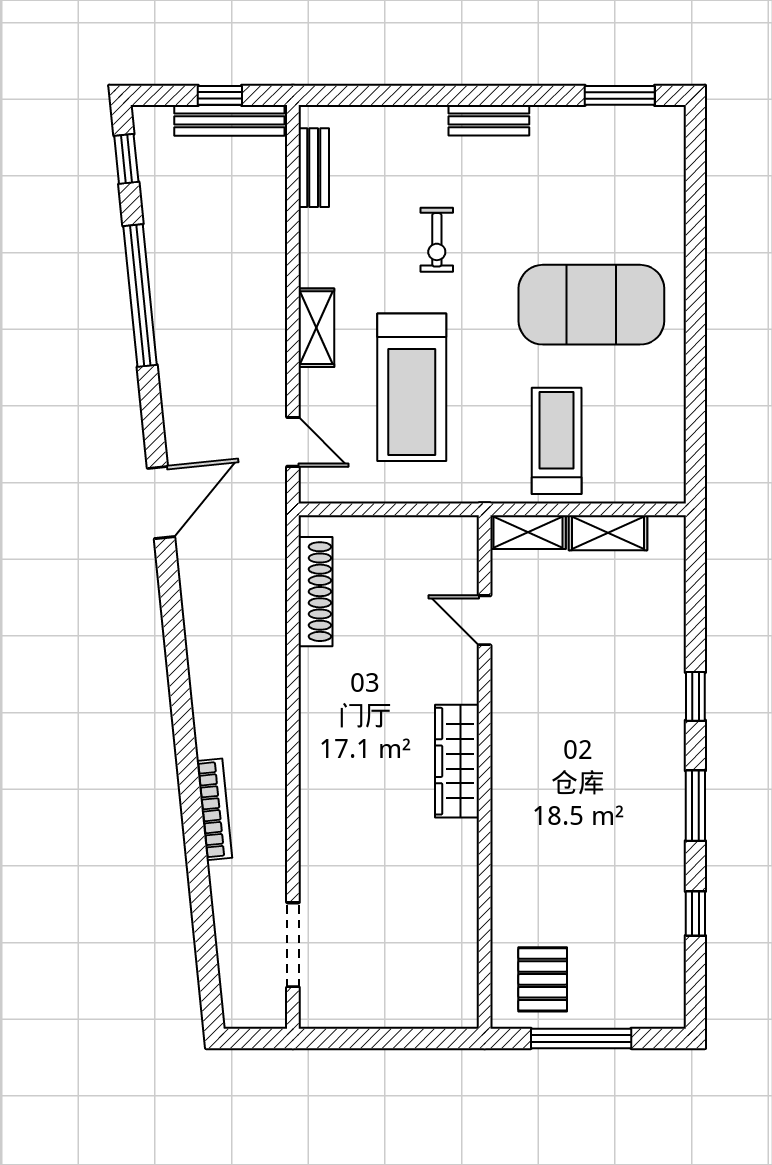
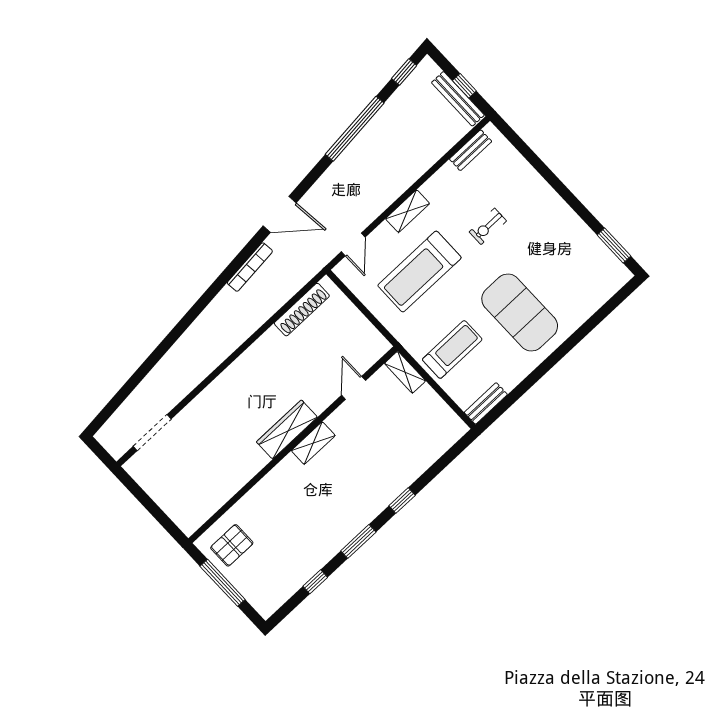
bench: (489, 120) -> (486, 403), moved, turned 90
shelving: (608, 533) -> (313, 443), moved, turned 90
bookcase: (214, 809) -> (250, 267), moved

